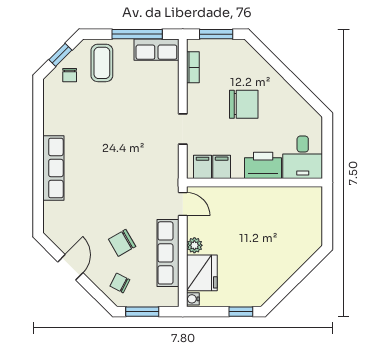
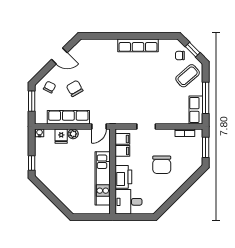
coffee table: (102, 63) -> (188, 76), turned -41
row of seats: (53, 168) -> (138, 45), moved
kitchen unit: (265, 198) -> (103, 178), added
fridge: (202, 273) -> (61, 136), width x0.53, depth x0.75

